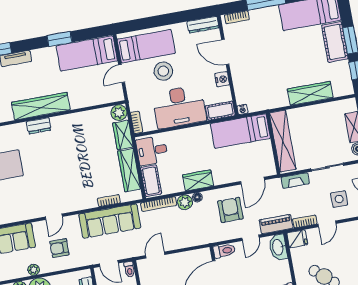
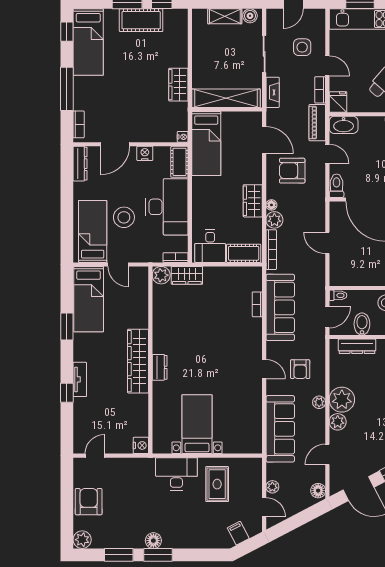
cot: (335, 42) -> (141, 20), moved
wardrobe: (310, 93) -> (178, 85), moved, width x0.67
wardrobe: (129, 170) -> (227, 275), removed
door: (155, 255) -> (327, 243), moved

